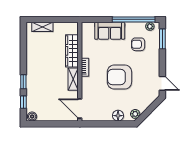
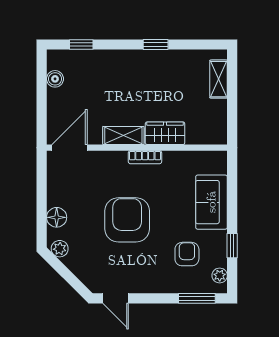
window: (134, 19) -> (232, 246), width x0.32
wardrobe: (72, 51) -> (165, 133), width x0.67
window: (23, 82) -> (156, 44), moved
door: (162, 83) -> (116, 298), hinge flipped
boiler: (32, 116) -> (55, 79), moved

